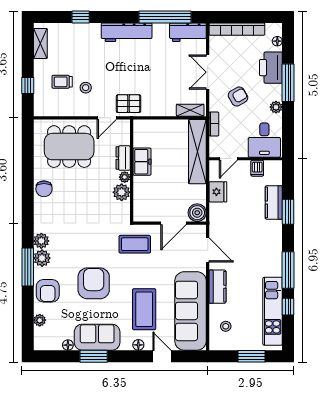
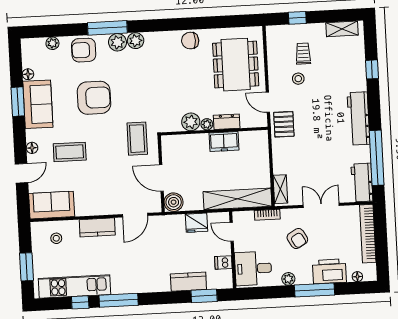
window: (288, 212) -> (204, 296), moved
coffee table: (144, 309) -> (70, 152), width x0.73, depth x0.76
sofa: (191, 311) -> (52, 205), width x0.54, depth x0.79

